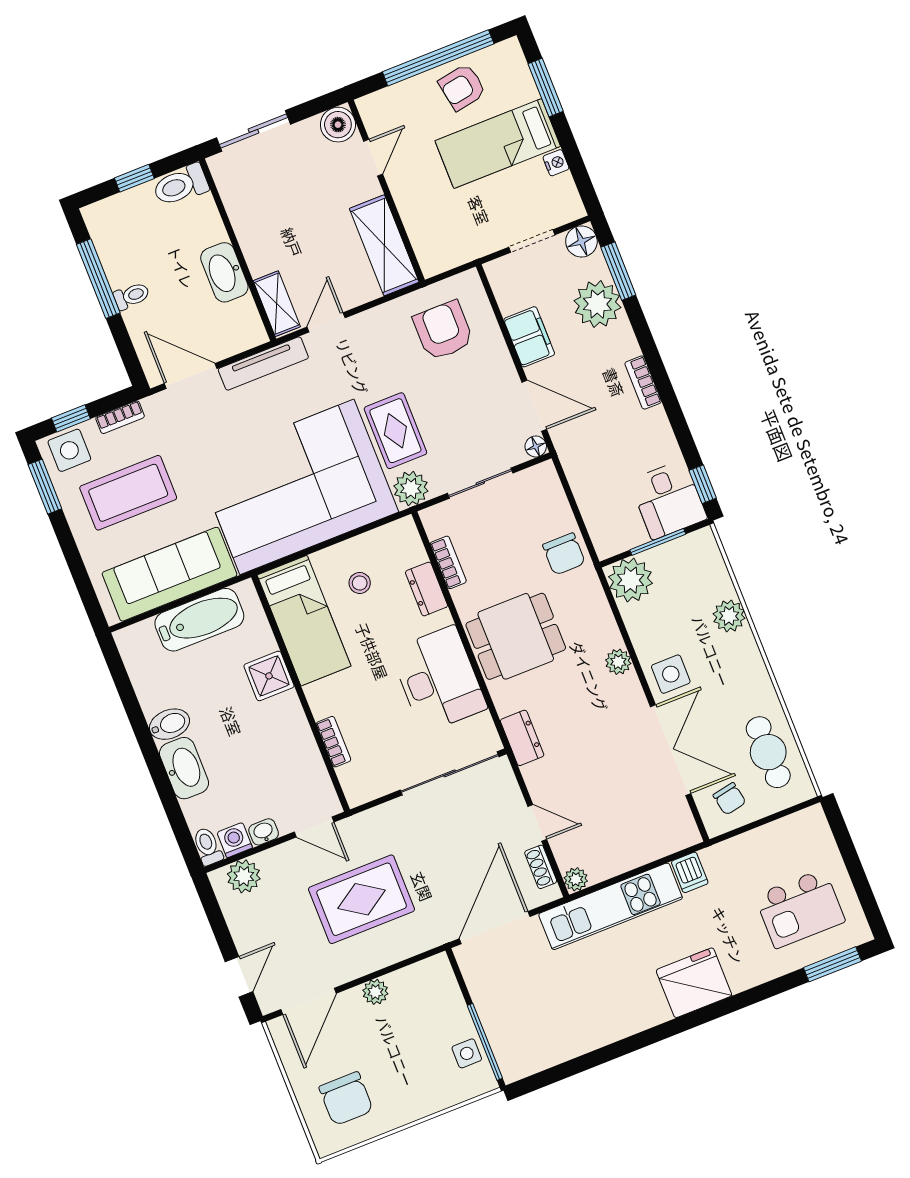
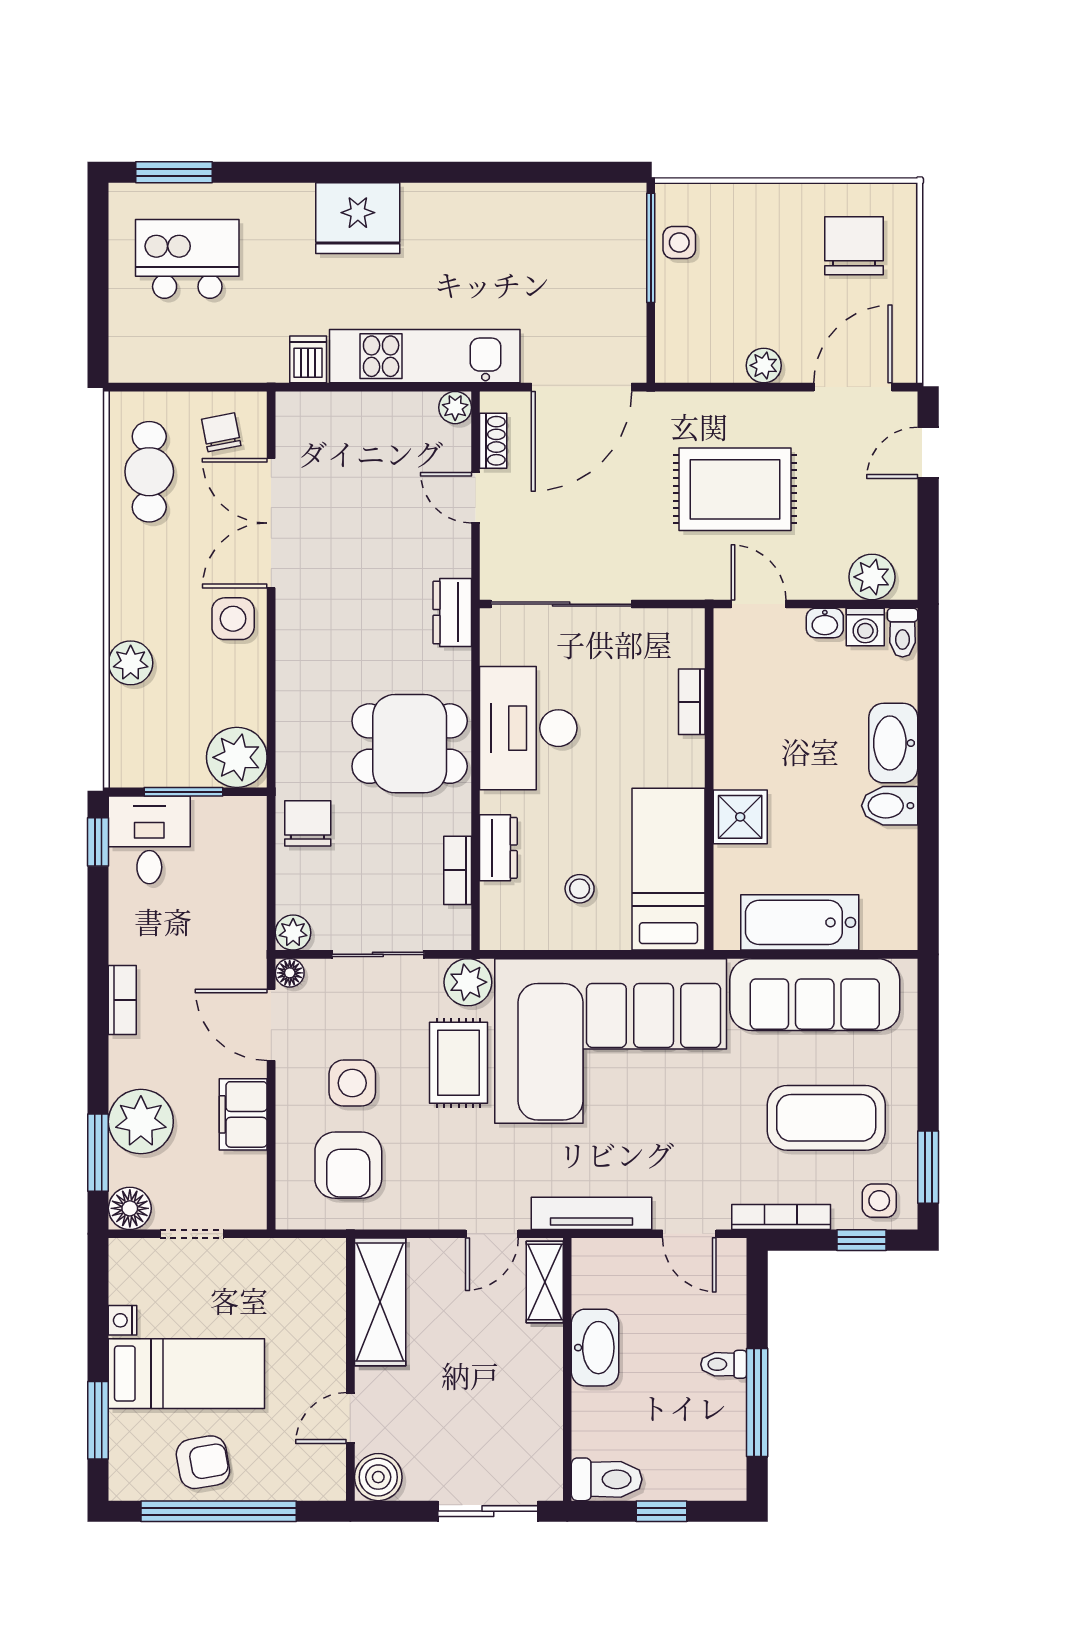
door: (191, 376) -> (689, 1234), width x0.73
side table: (463, 388) -> (352, 1083), added
bookcase: (120, 417) -> (781, 1217), width x1.56
side table: (69, 450) -> (879, 1201), width x0.73, depth x0.73
plant: (618, 662) -> (293, 933), moved

